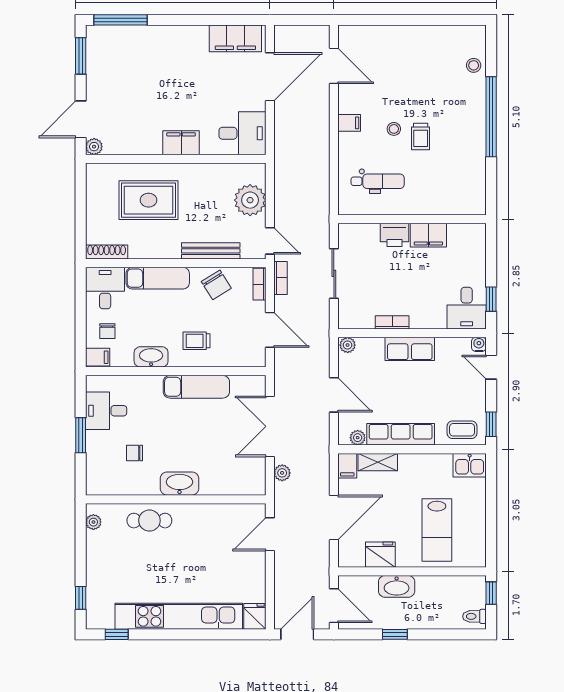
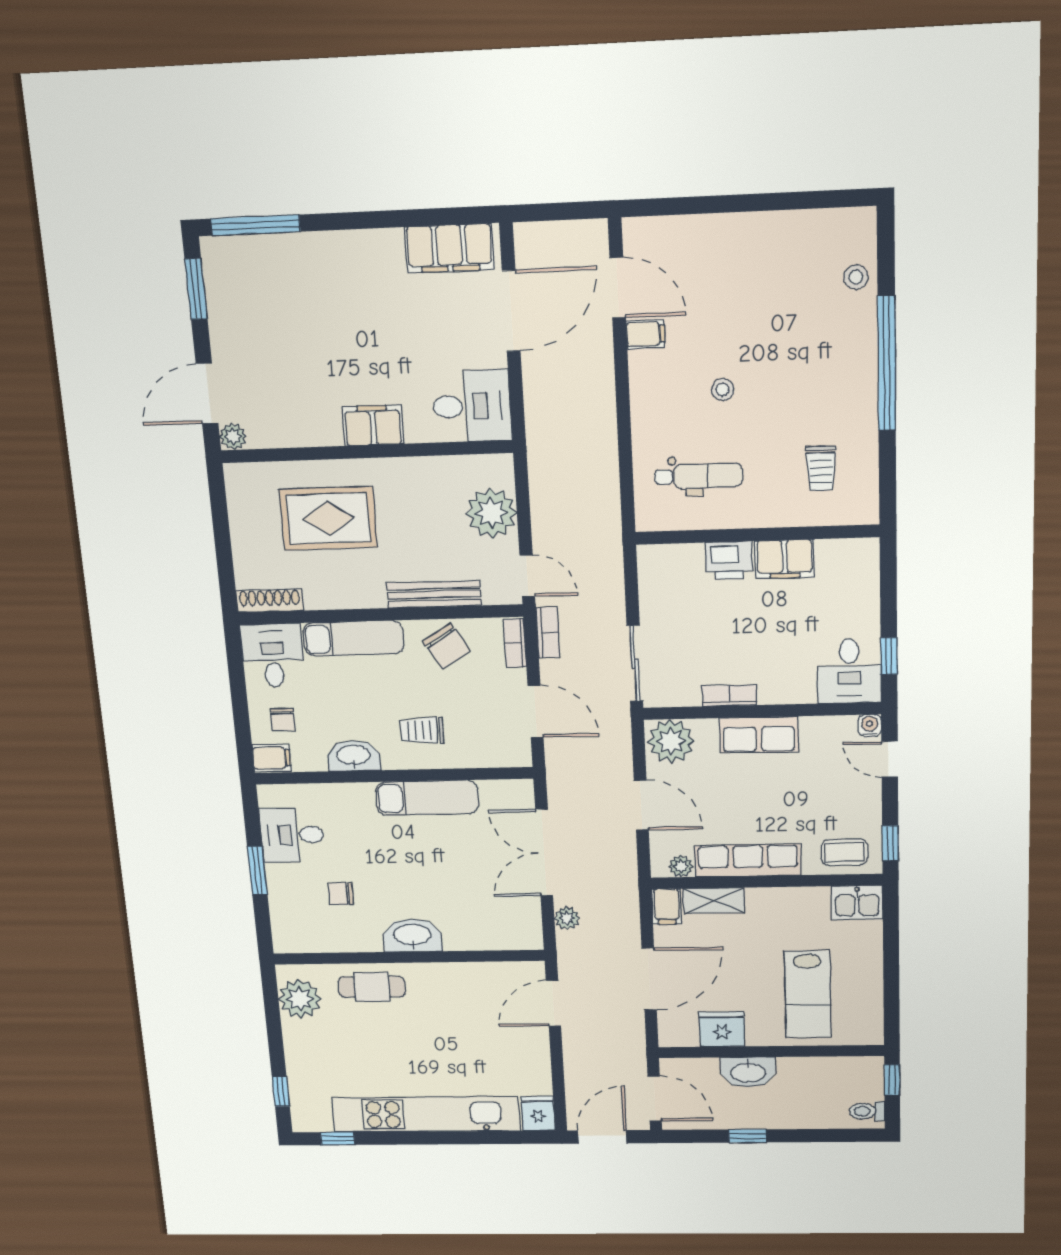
filing cabinet: (349, 123) -> (646, 334), moved
trolley: (421, 137) -> (821, 468), moved
sliding door: (334, 273) -> (635, 663), moved
plant: (348, 345) -> (671, 741), width x1.87, depth x1.87
plant: (93, 522) -> (300, 999), width x1.87, depth x1.87

